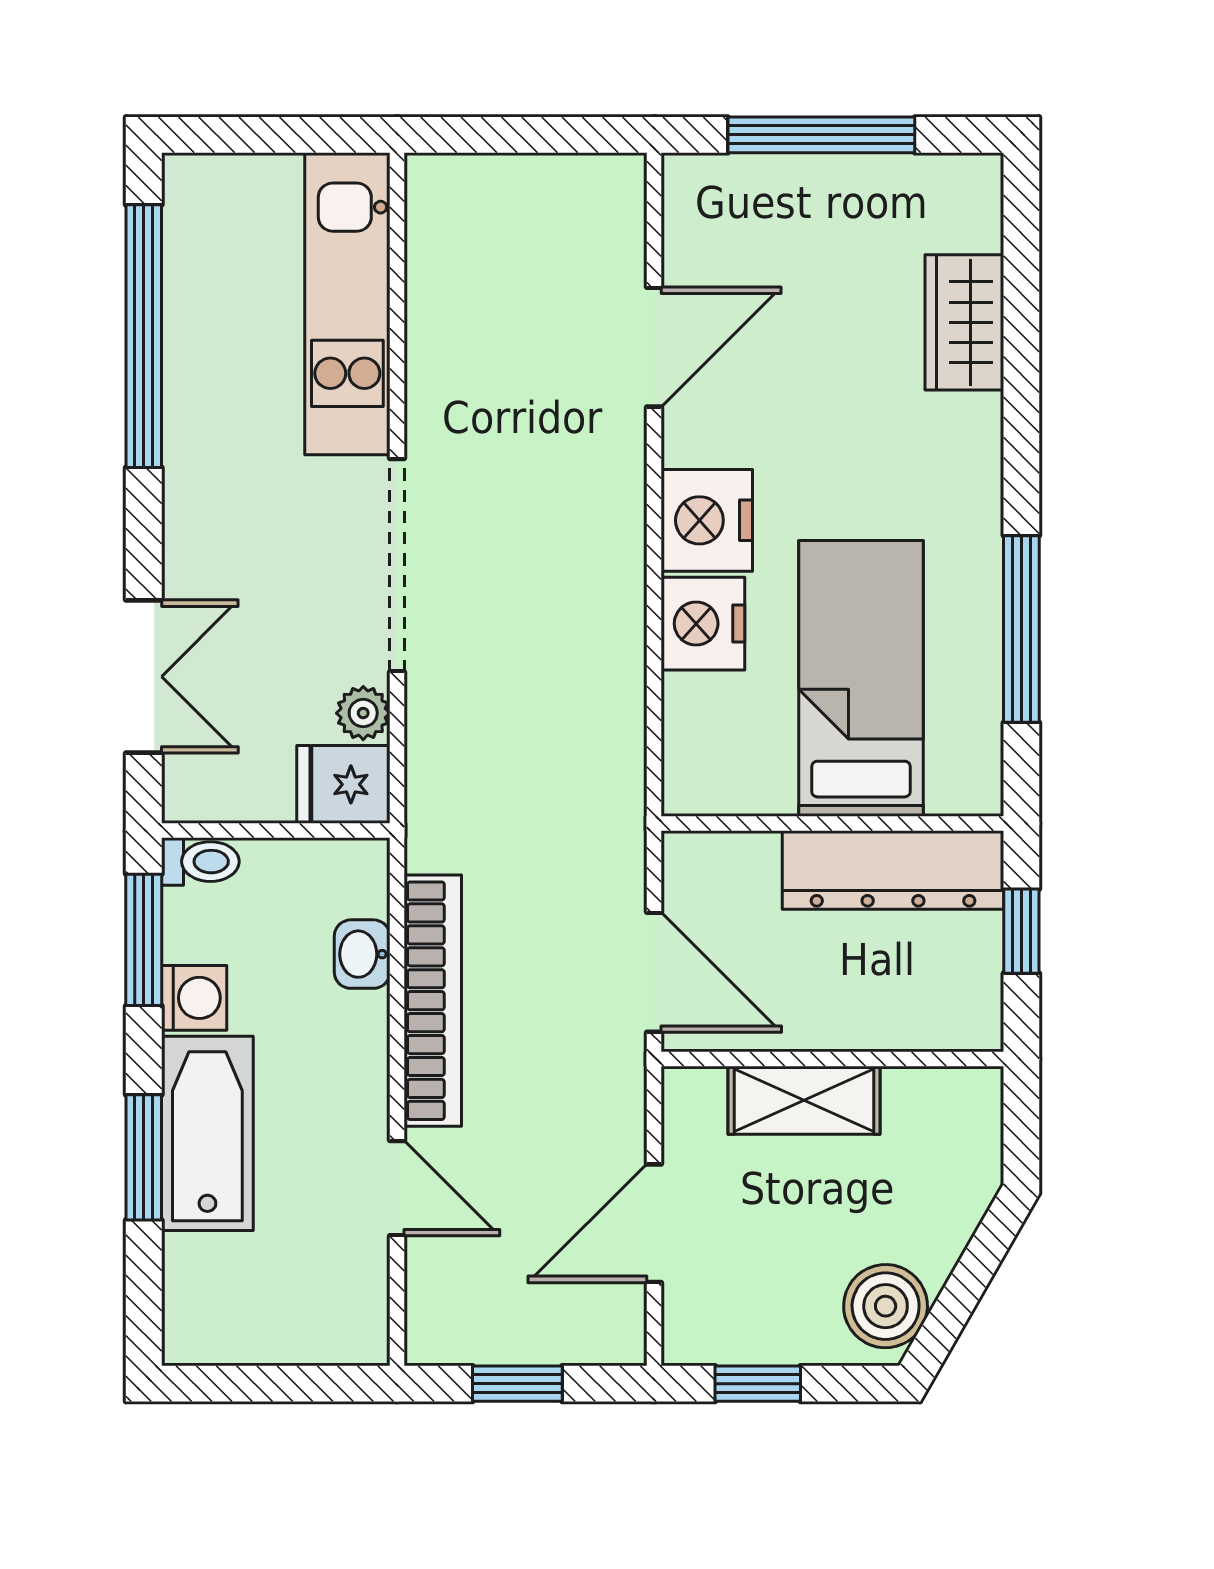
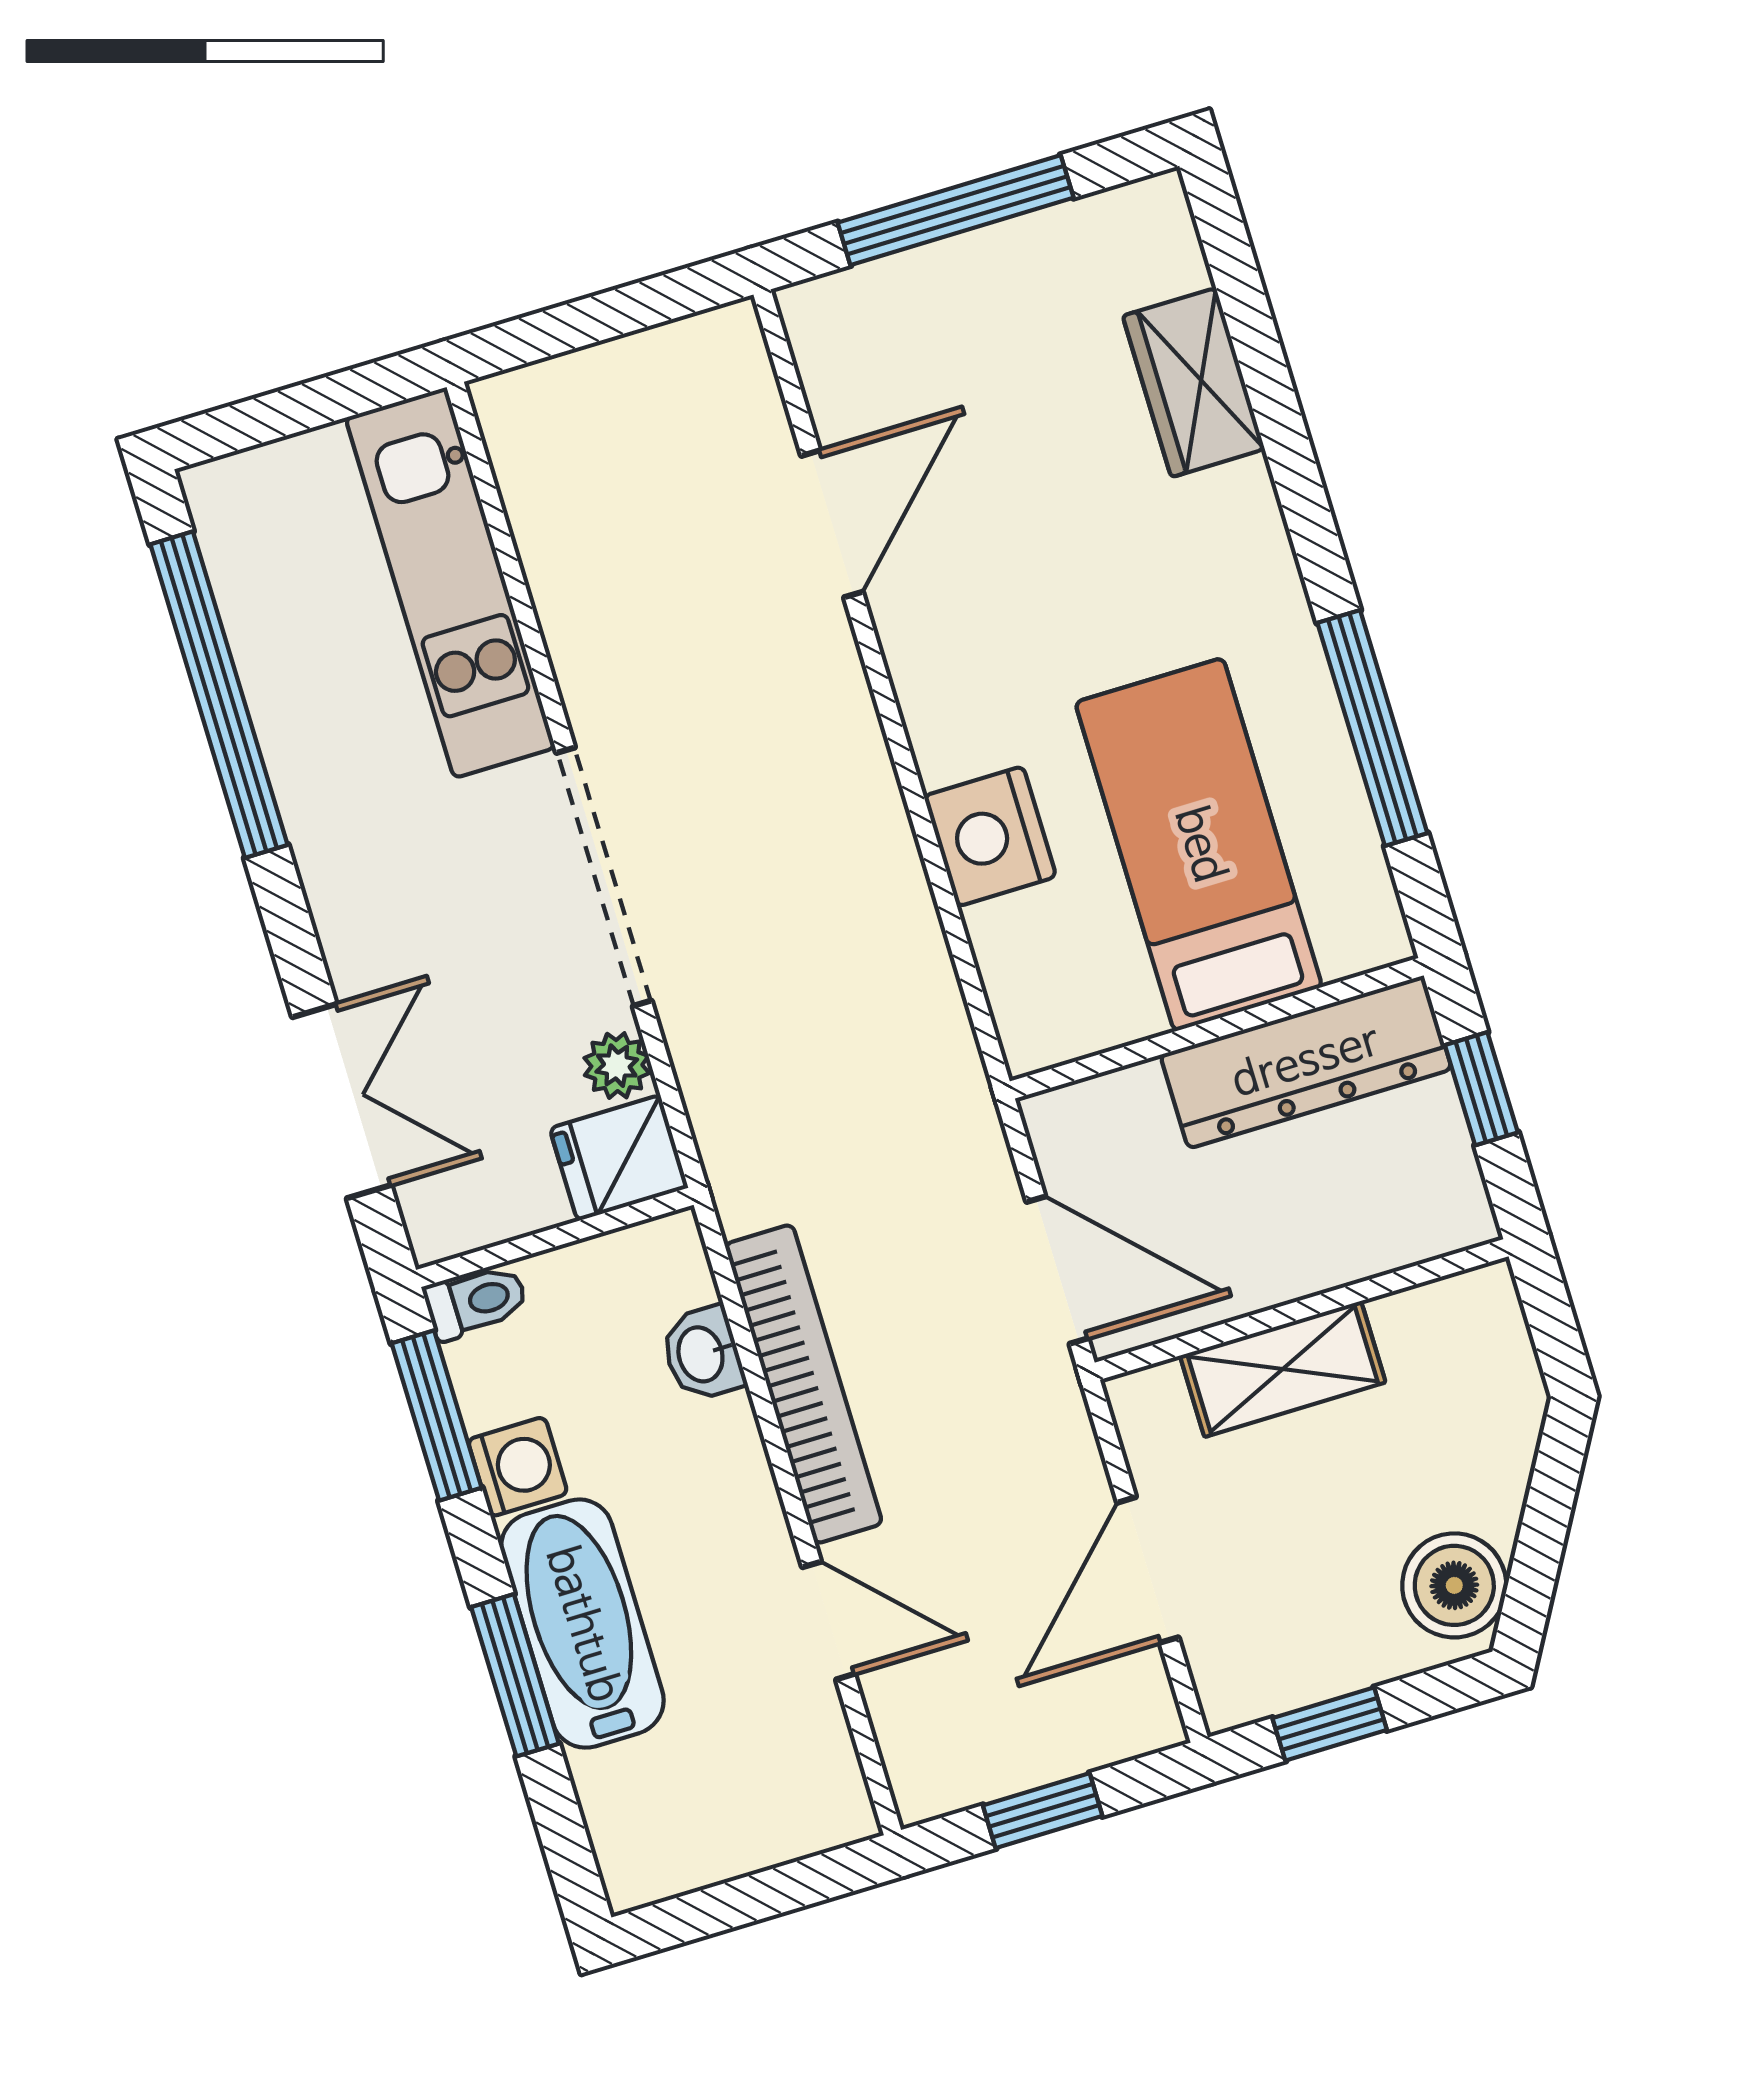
nightstand: (707, 520) -> (958, 712), removed

